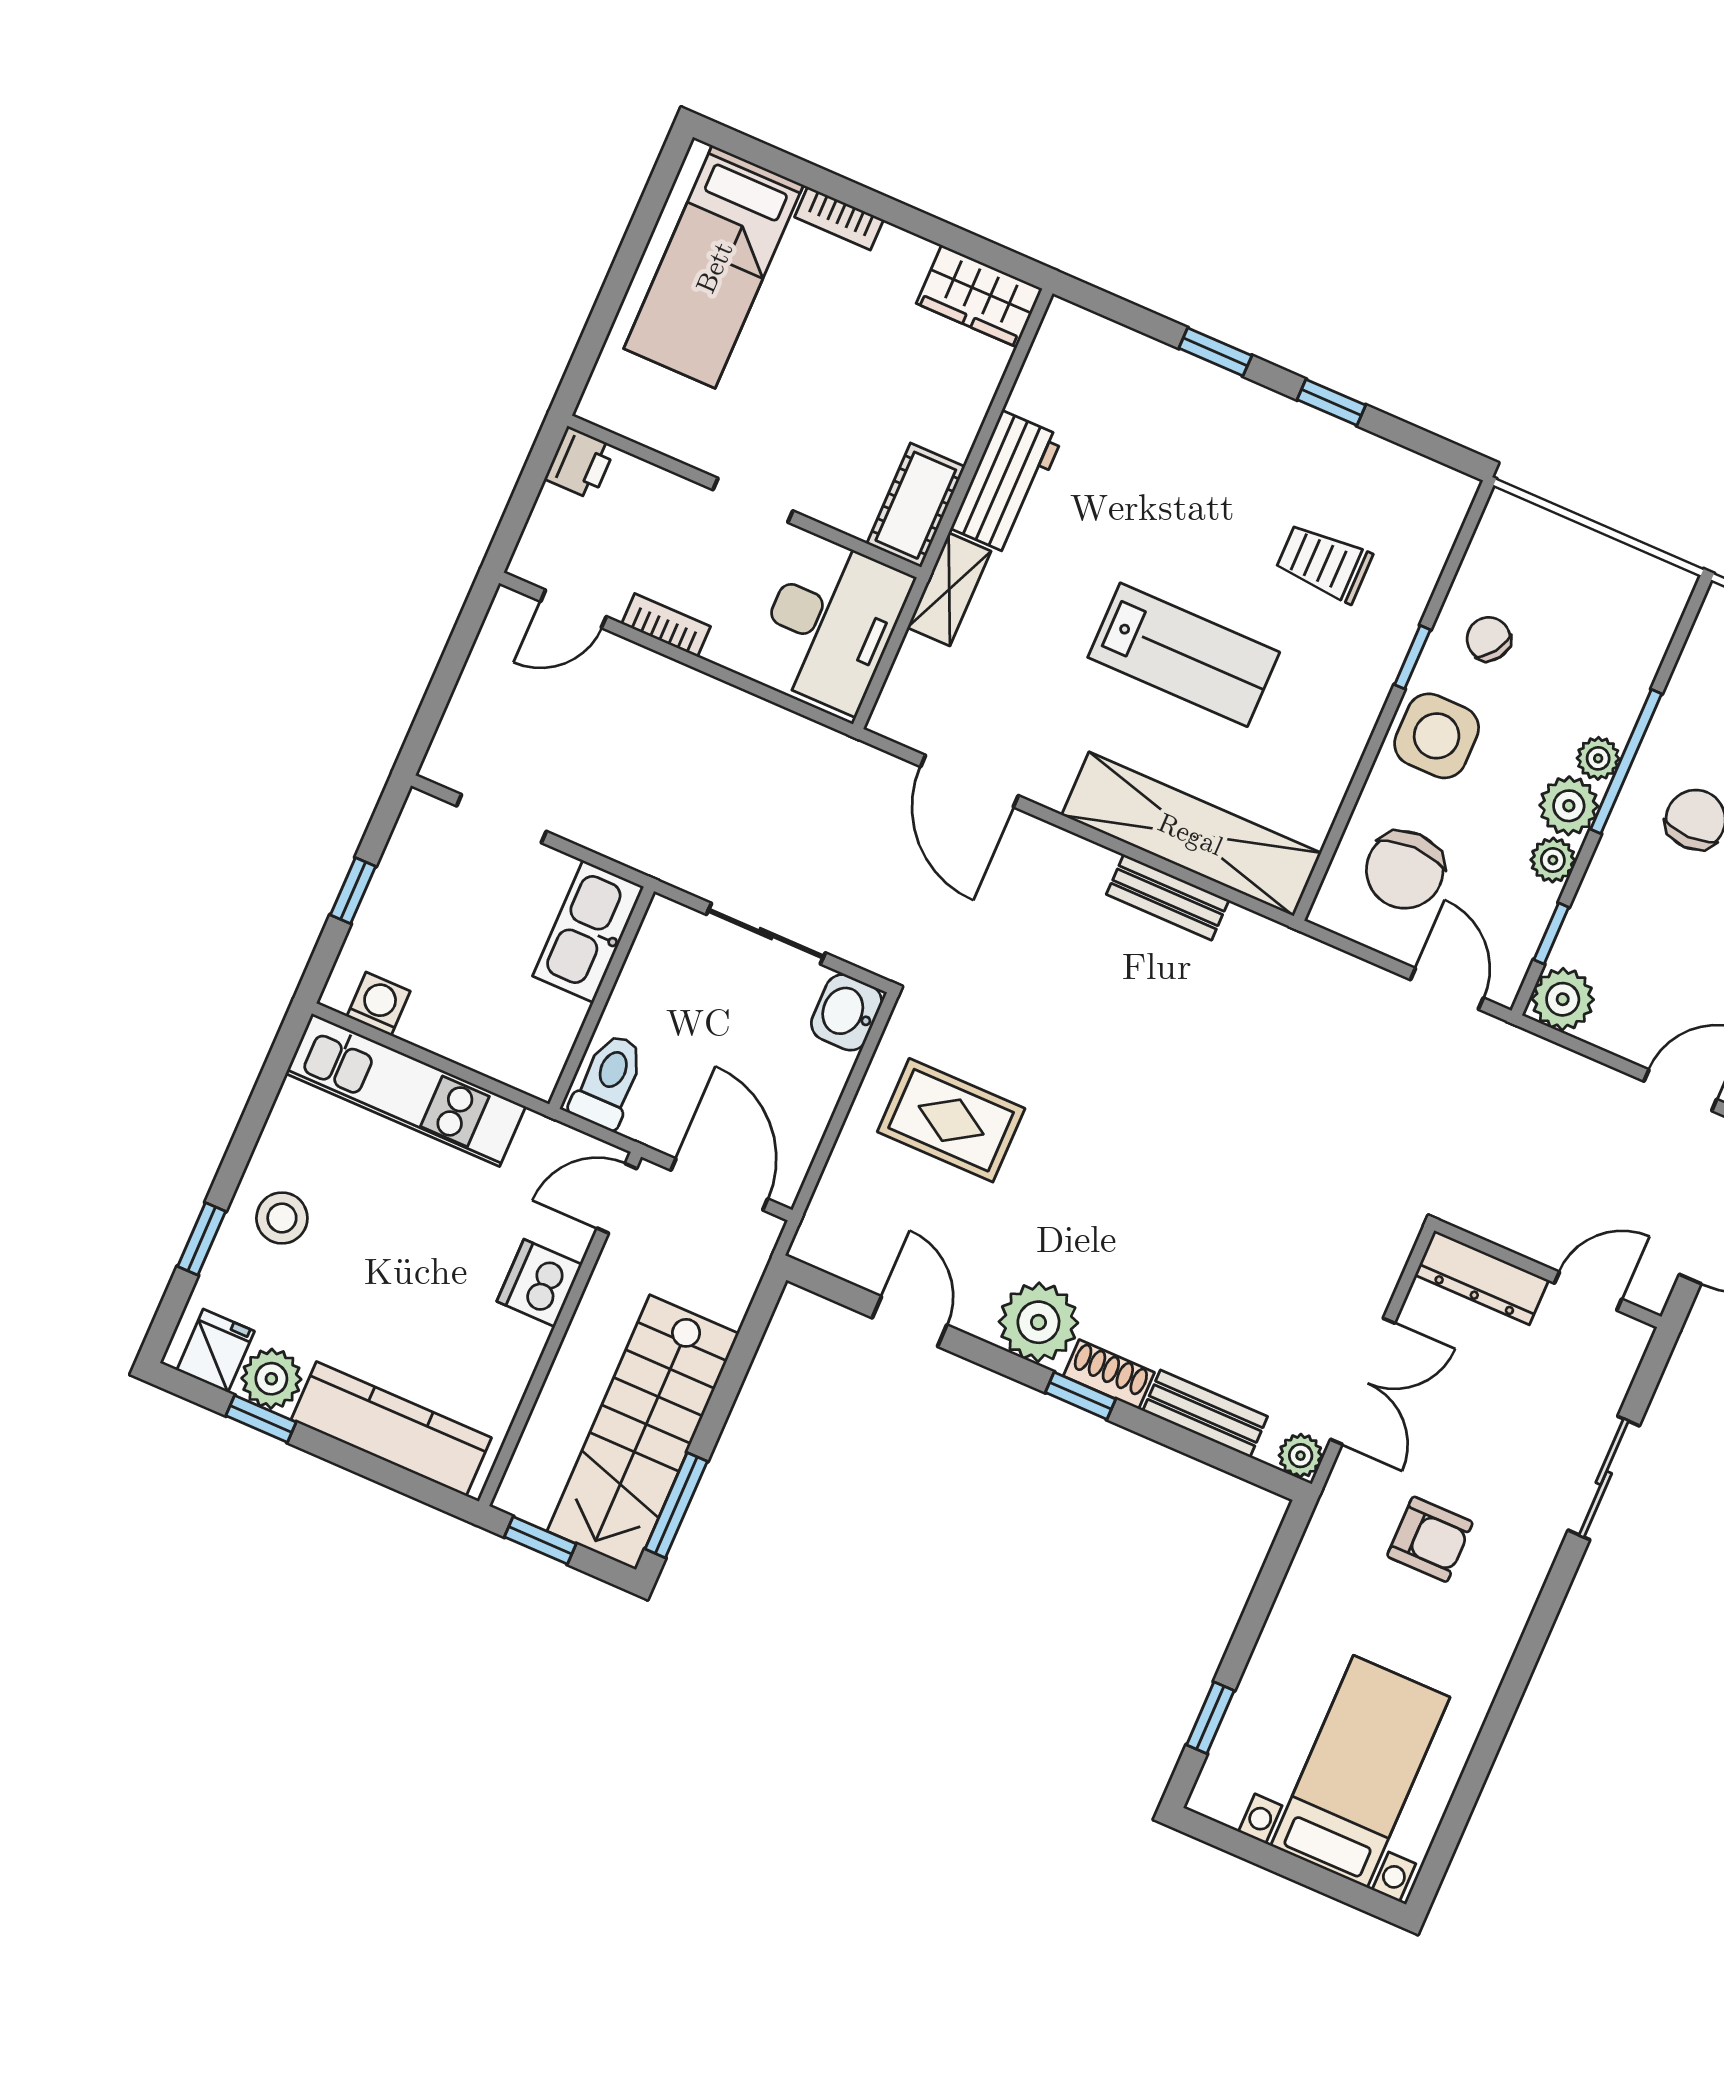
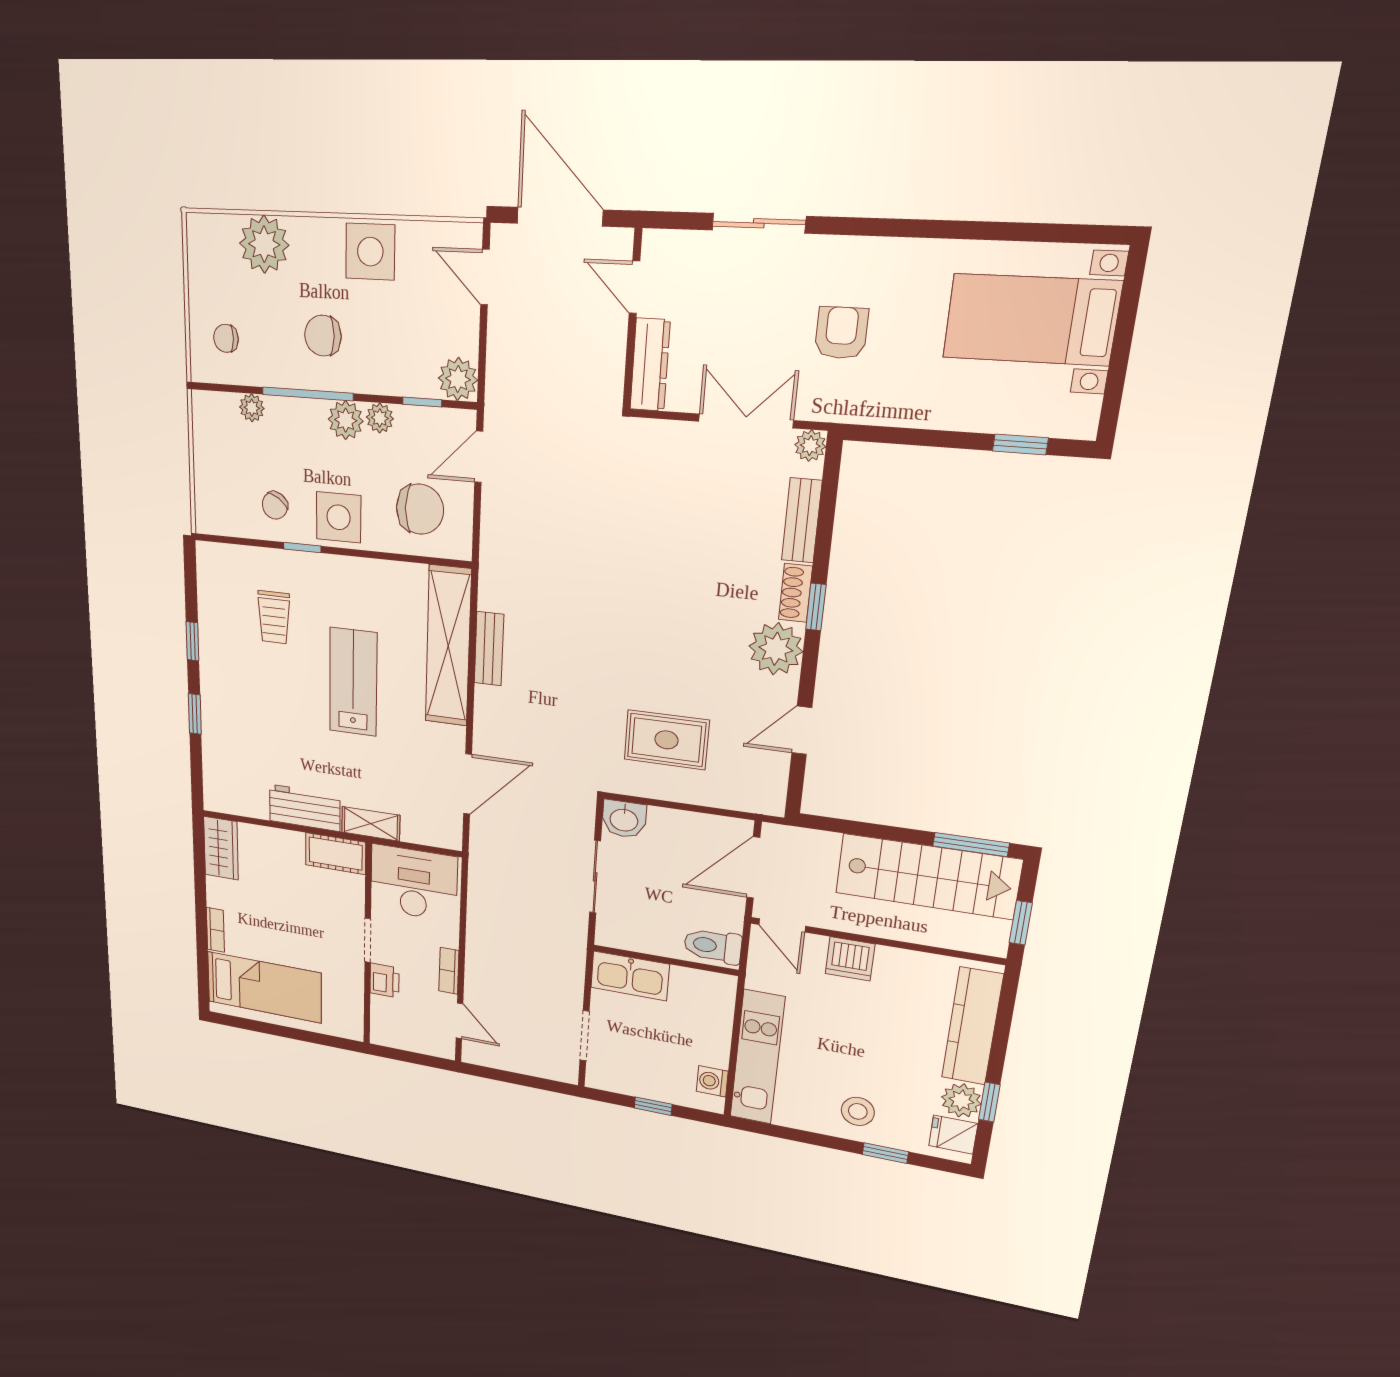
printer: (580, 463) -> (384, 980), moved, turned 90
plant: (1598, 758) -> (252, 408), moved
rug: (951, 1120) -> (666, 740), turned 90

